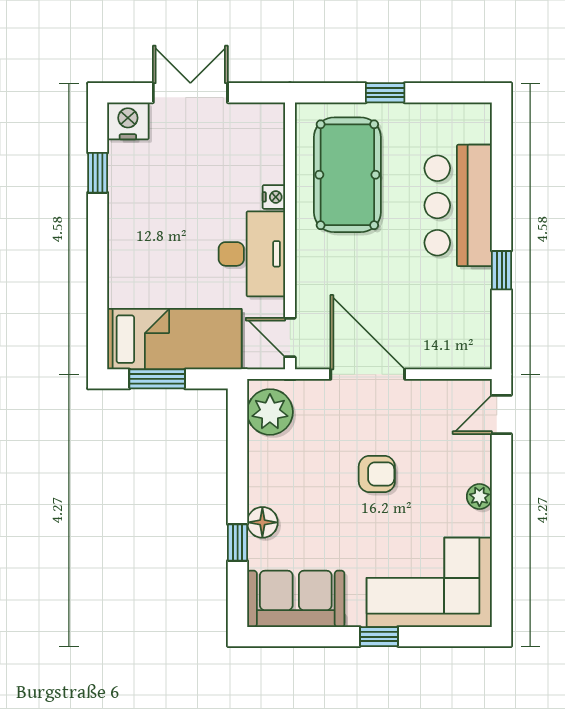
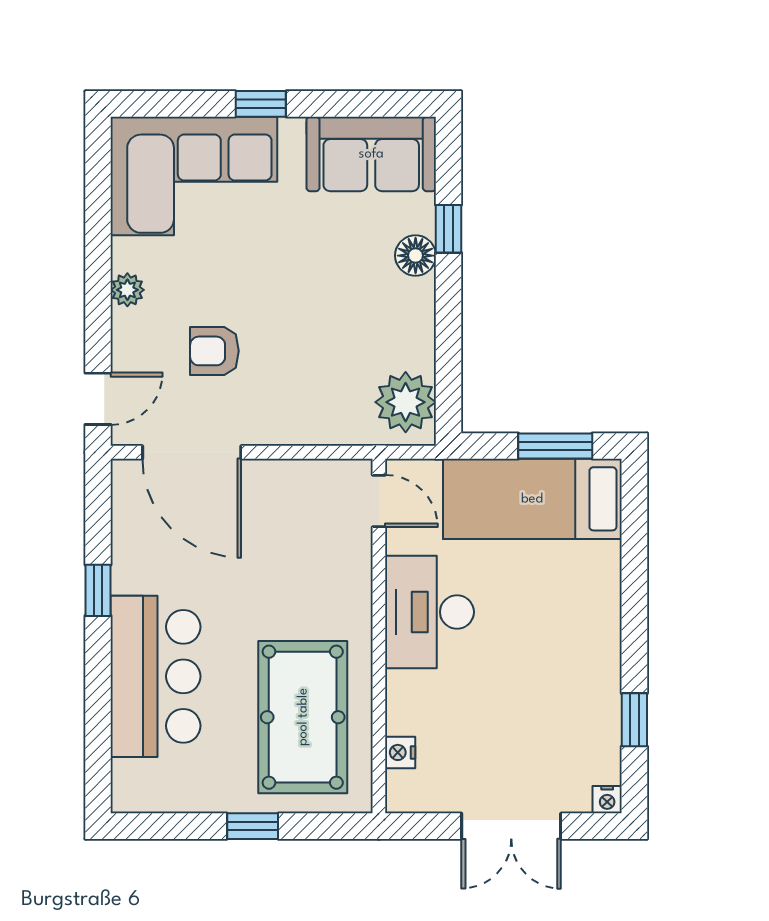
nightstand: (128, 121) -> (607, 800), width x0.53, depth x0.56
nightstand: (274, 197) -> (400, 752), moved
door: (368, 374) -> (192, 452), moved
armchair: (377, 474) -> (214, 351), moved

